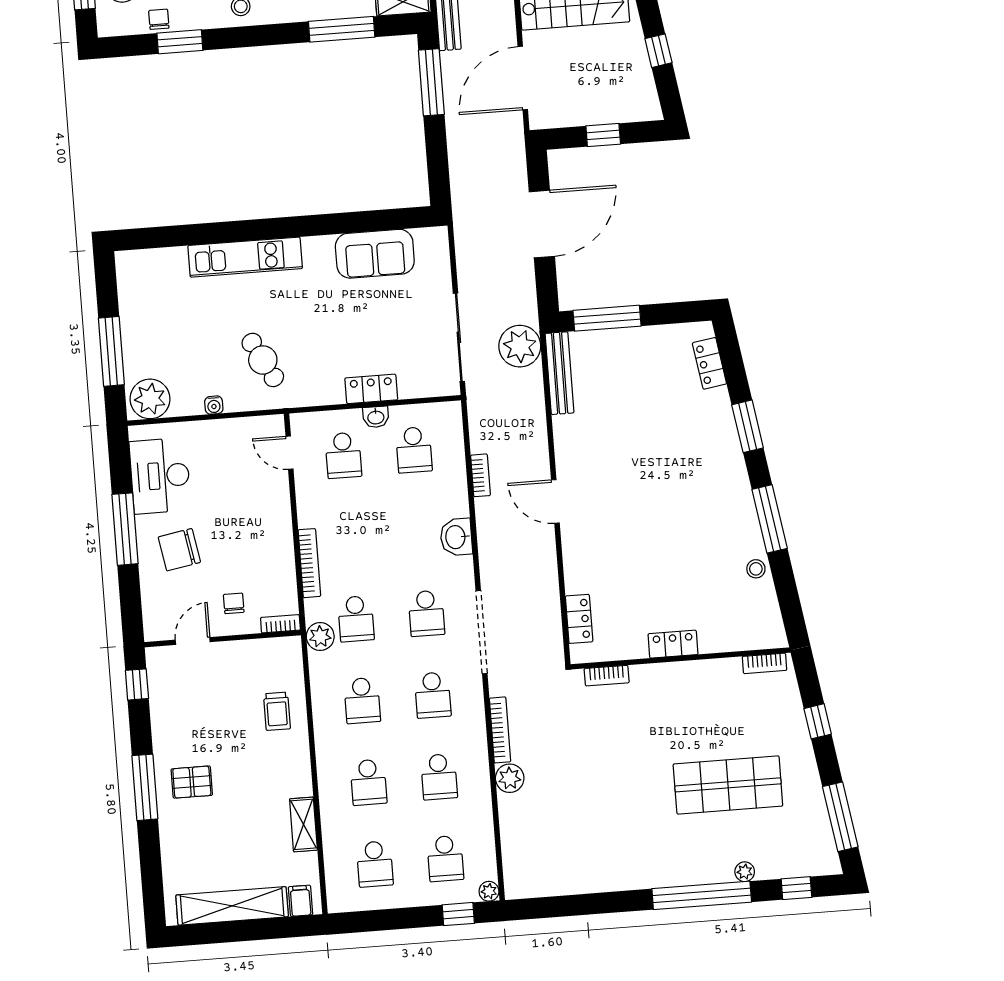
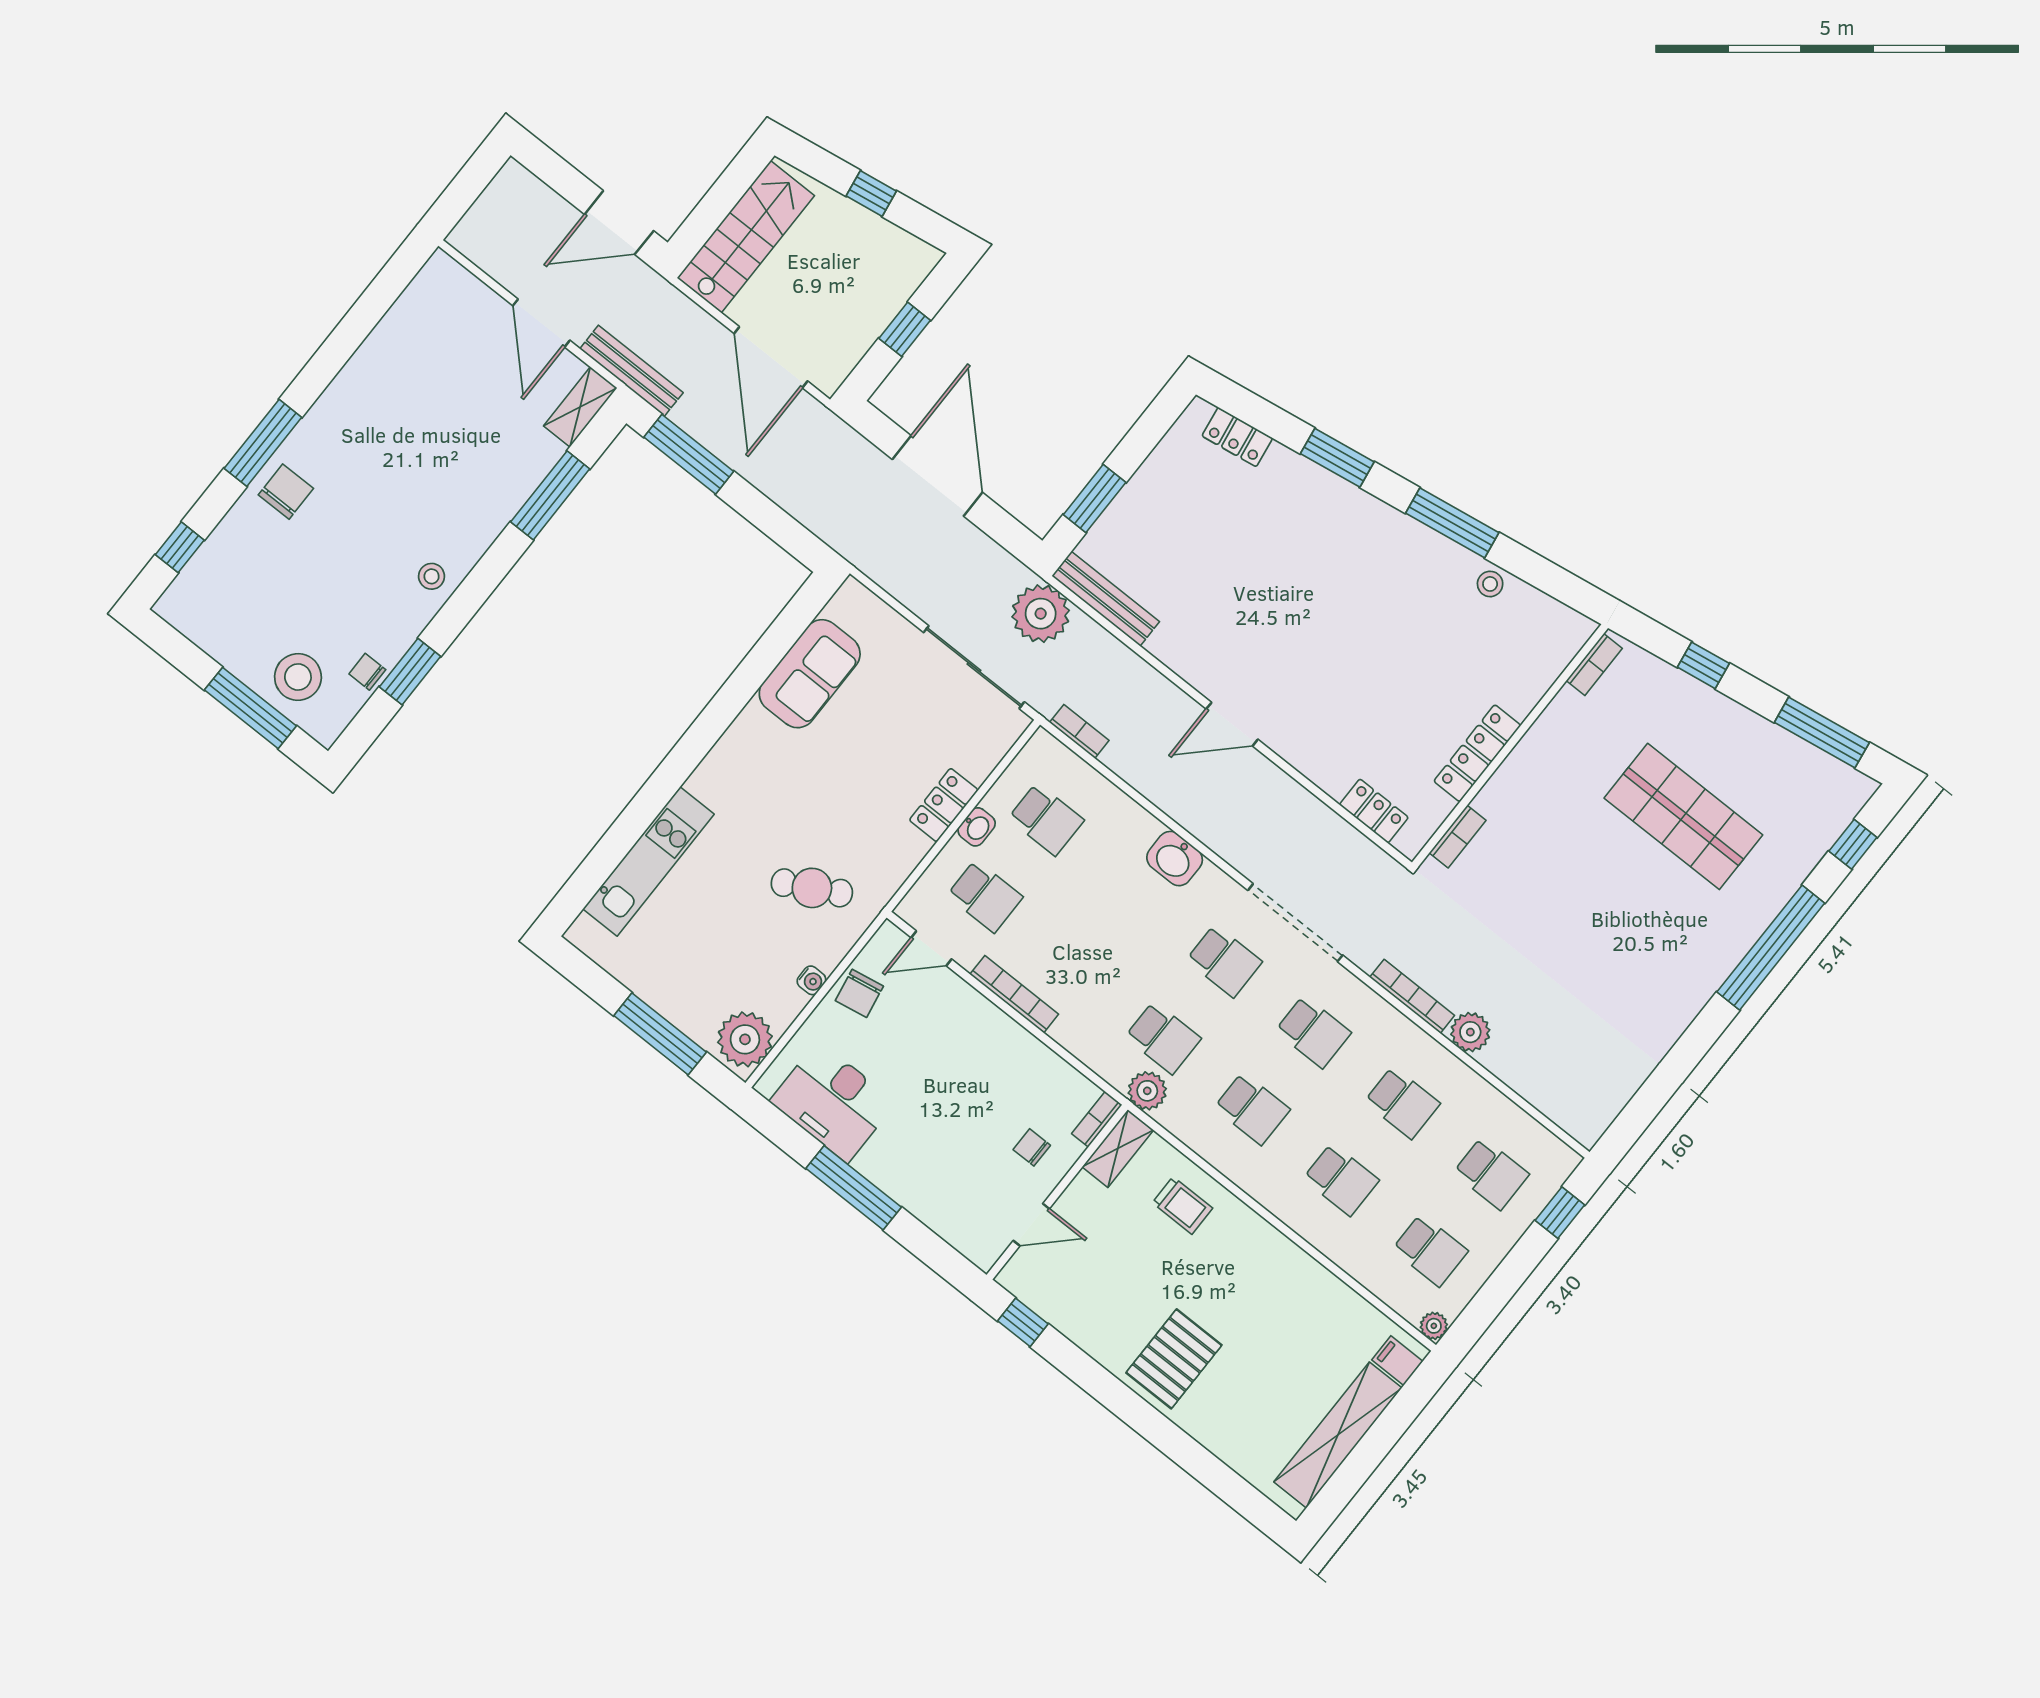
kitchen unit: (245, 257) -> (649, 862), moved
window: (607, 318) -> (1095, 498), width x0.69
bookcase: (480, 475) -> (1079, 731), moved
chair: (179, 550) -> (859, 993), moved, width x0.73, depth x0.73
bookcase: (309, 563) -> (1014, 994), moved
door: (193, 641) -> (1031, 1225), swing flipped
locker: (673, 644) -> (1477, 753), width x1.53
pallet: (192, 782) -> (1174, 1359), width x1.50, depth x1.42
shop shelf: (728, 785) -> (1683, 816), turned 90
window: (145, 787) -> (1135, 1412), removed
shelving: (303, 824) -> (1118, 1148), moved, turned 90
plant: (745, 872) -> (1787, 882), removed
plant: (489, 891) -> (1434, 1326), moved

